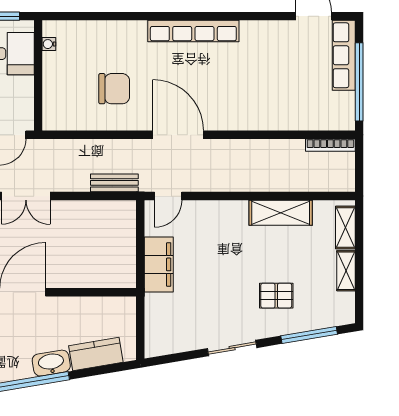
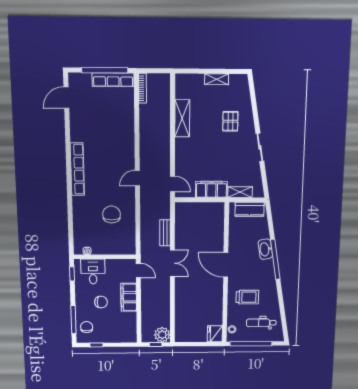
row of seats: (344, 55) -> (113, 80), moved
door: (178, 135) -> (137, 178), width x0.53
bench: (114, 183) -> (165, 233), moved
shelving: (345, 228) -> (240, 192), moved
window: (309, 335) -> (254, 102), removed
kitchen counter: (96, 354) -> (250, 209), moved, turned -80

